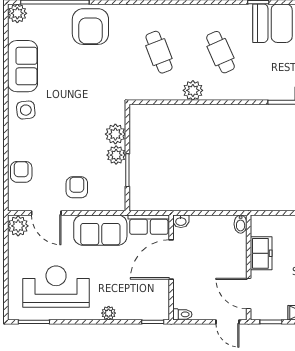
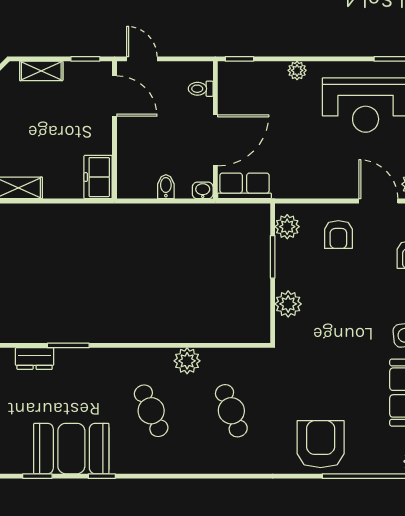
plant: (116, 155) -> (287, 227), moved
bidet: (241, 224) -> (166, 187), moved
sofa: (100, 230) -> (308, 179), removed
freezer: (261, 253) -> (98, 177), moved
toilet: (182, 314) -> (201, 89), moved

